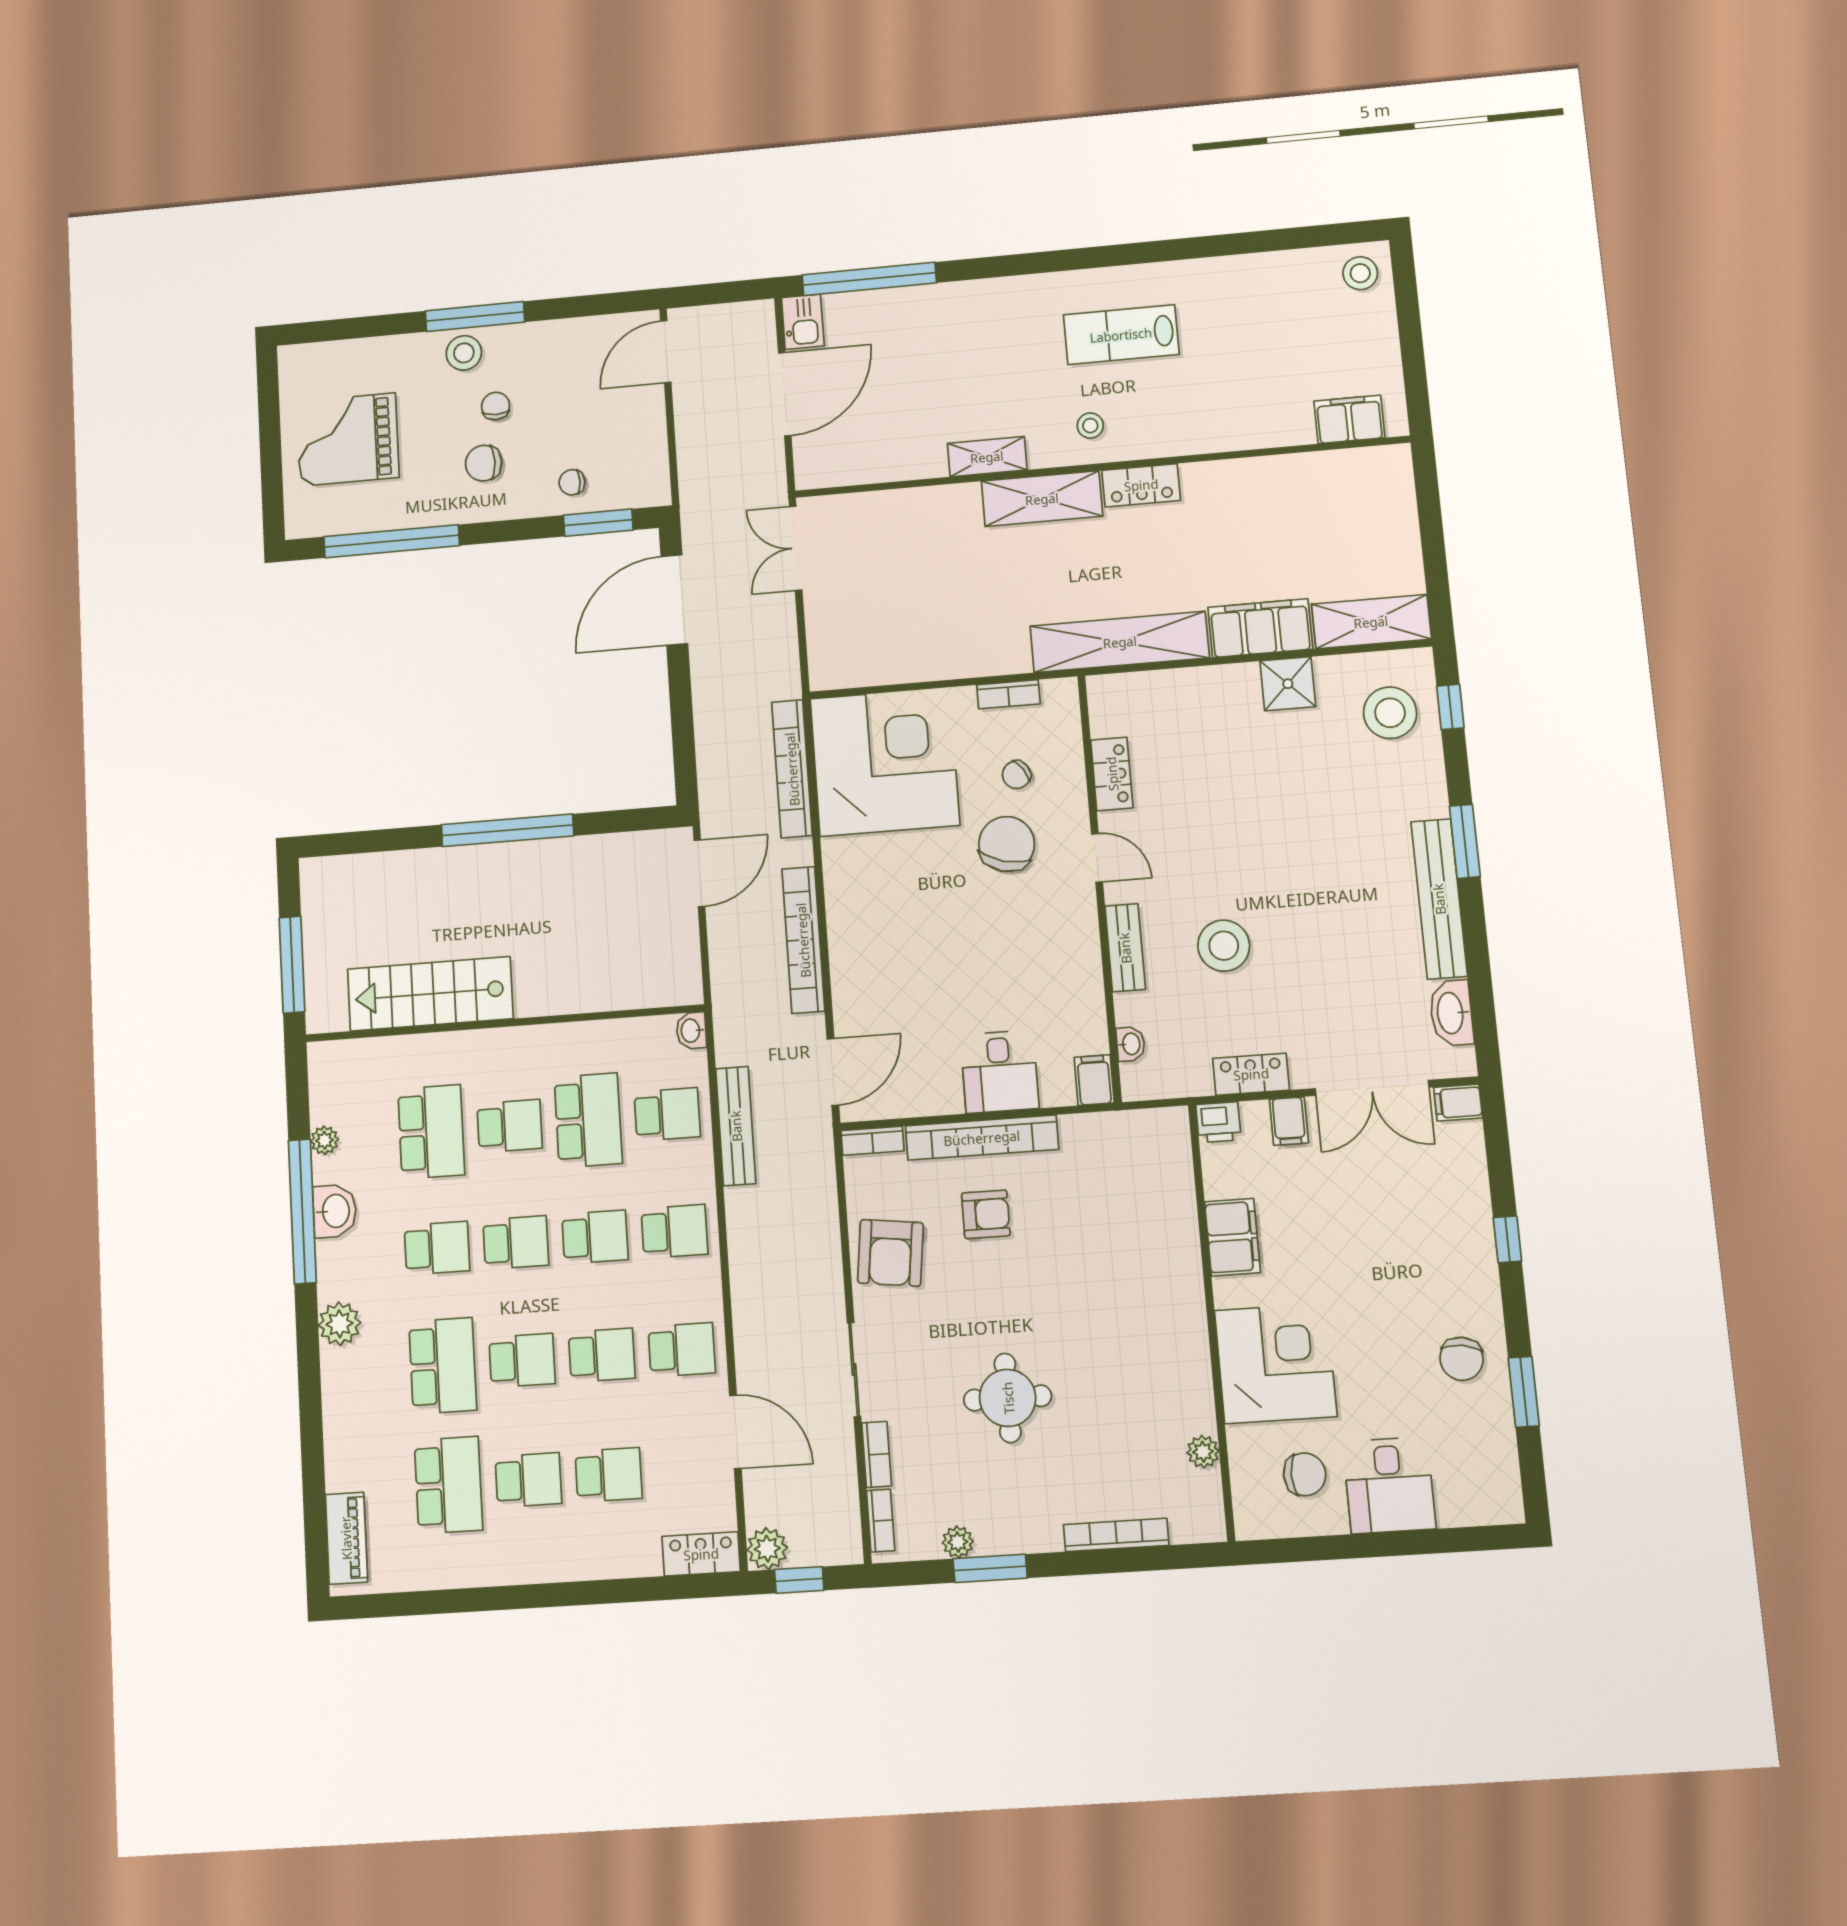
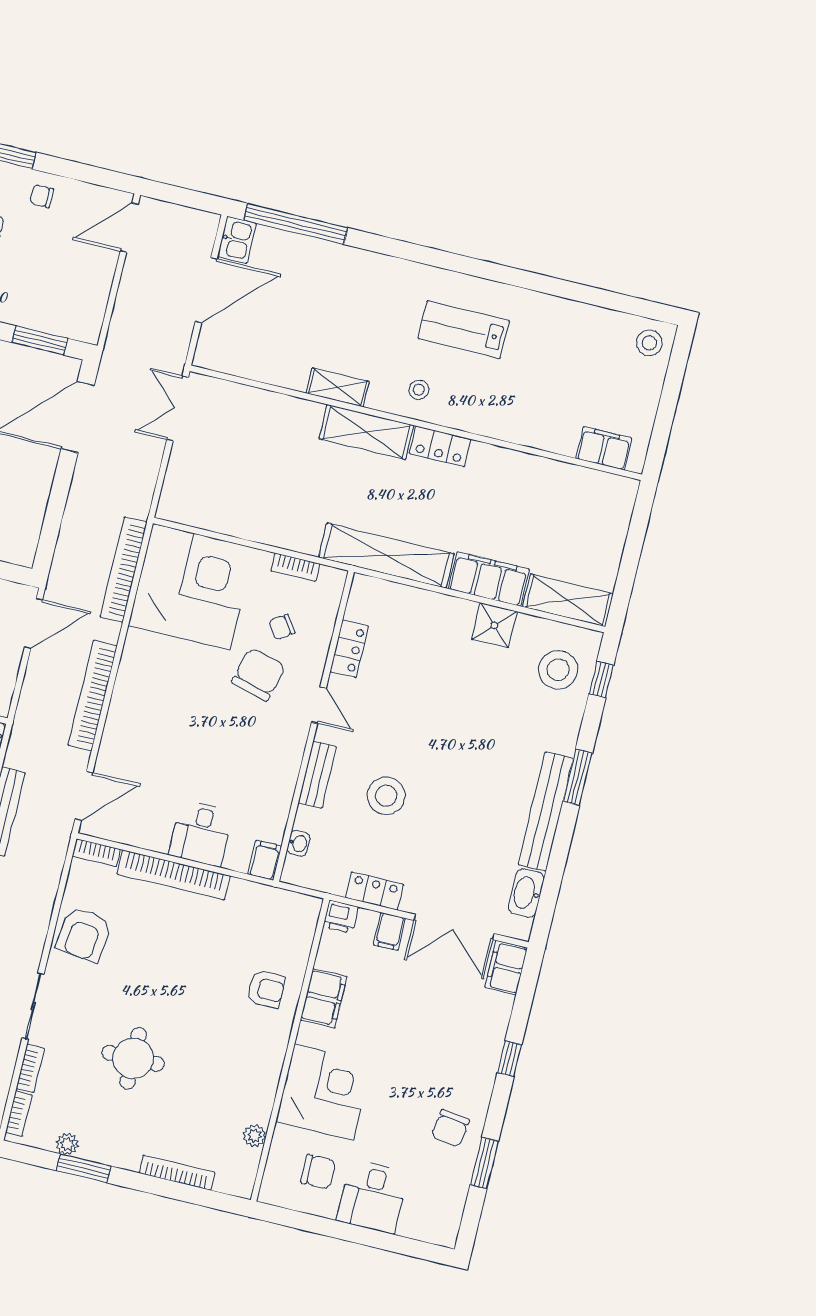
chair: (572, 482) -> (42, 196), moved
filing cabinet: (1458, 1103) -> (506, 968), width x2.00
armchair: (986, 1214) -> (266, 989), moved

